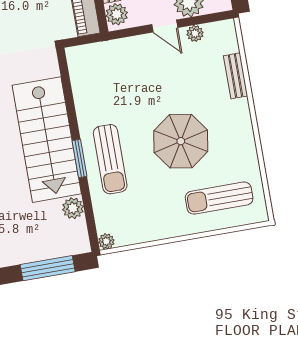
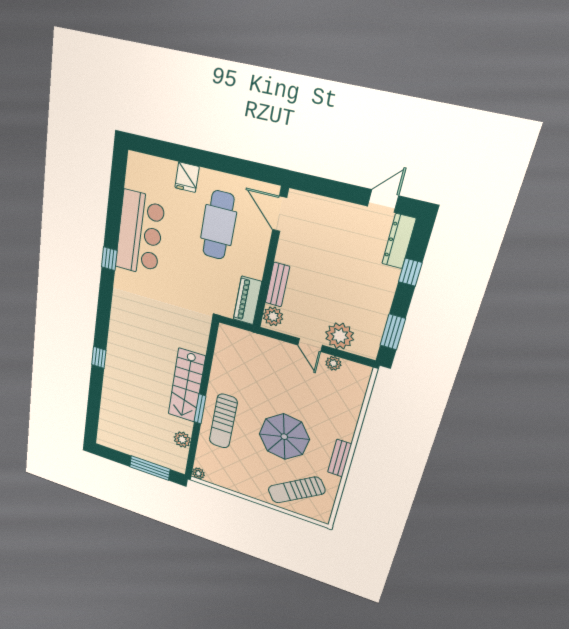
bench: (236, 76) -> (340, 458), moved
stairs: (47, 140) -> (187, 385), width x0.73, depth x0.66
sun lounger: (219, 198) -> (296, 490), turned -34

